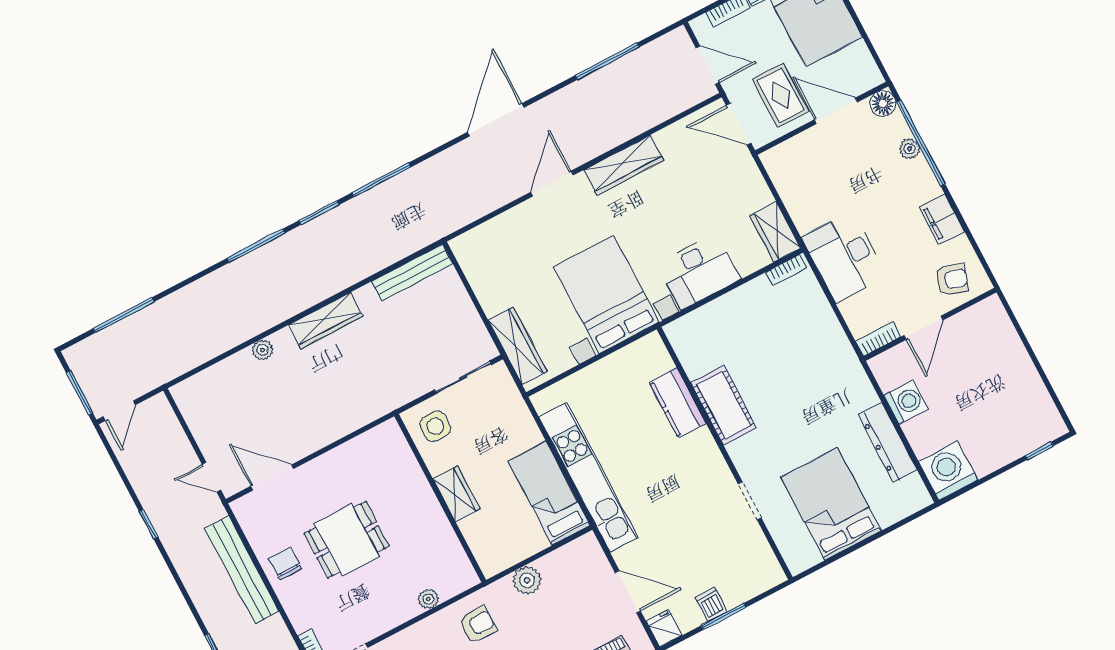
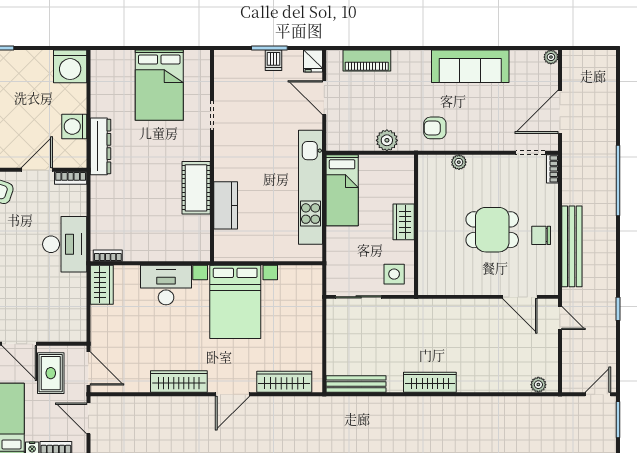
wardrobe: (518, 346) -> (284, 382), moved, turned 90
plant: (262, 350) -> (538, 385), moved
dresser: (888, 443) -> (101, 146), moved
chair: (285, 564) -> (541, 235), turned 90

